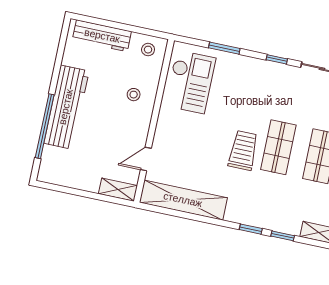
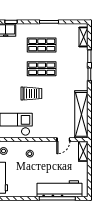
workbench: (66, 107) -> (60, 189), moved
trolley: (243, 150) -> (31, 93), moved, turned 180
door: (146, 159) -> (63, 140), hinge flipped

